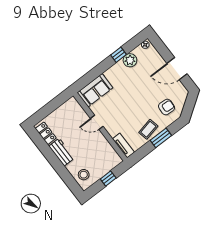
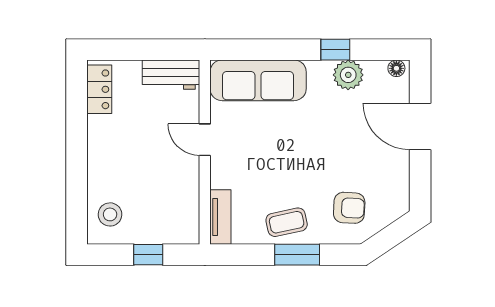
door: (177, 69) -> (420, 127), moved
sofa: (95, 90) -> (258, 80), width x1.36
workbench: (62, 152) -> (171, 75), moved, turned 90

